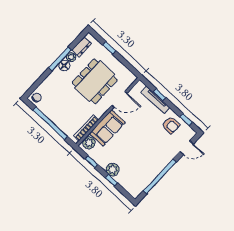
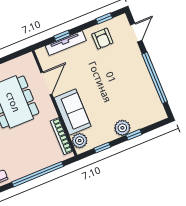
armchair: (171, 125) -> (102, 39), turned 90

